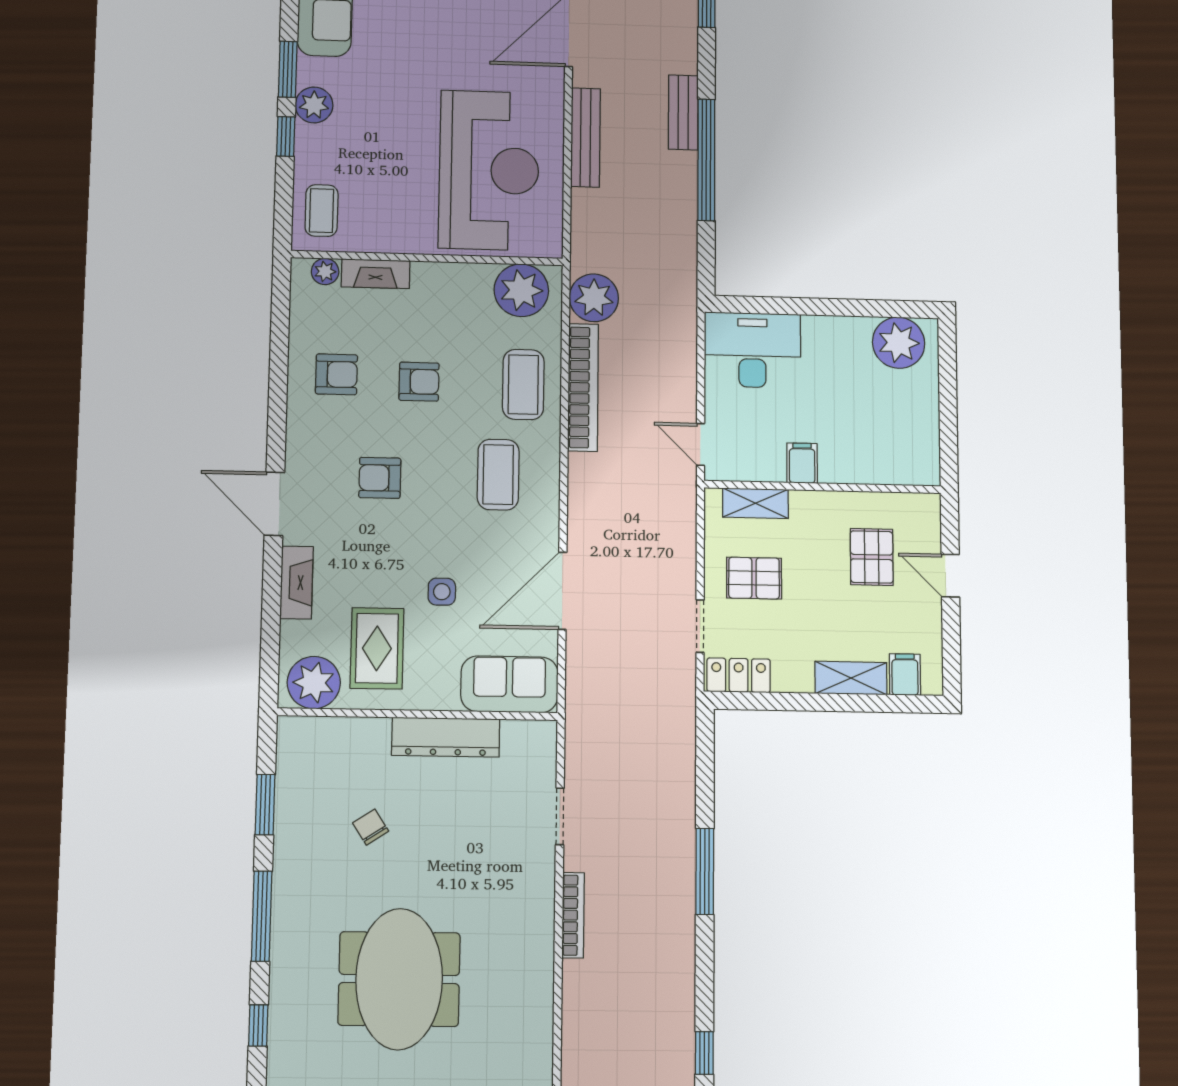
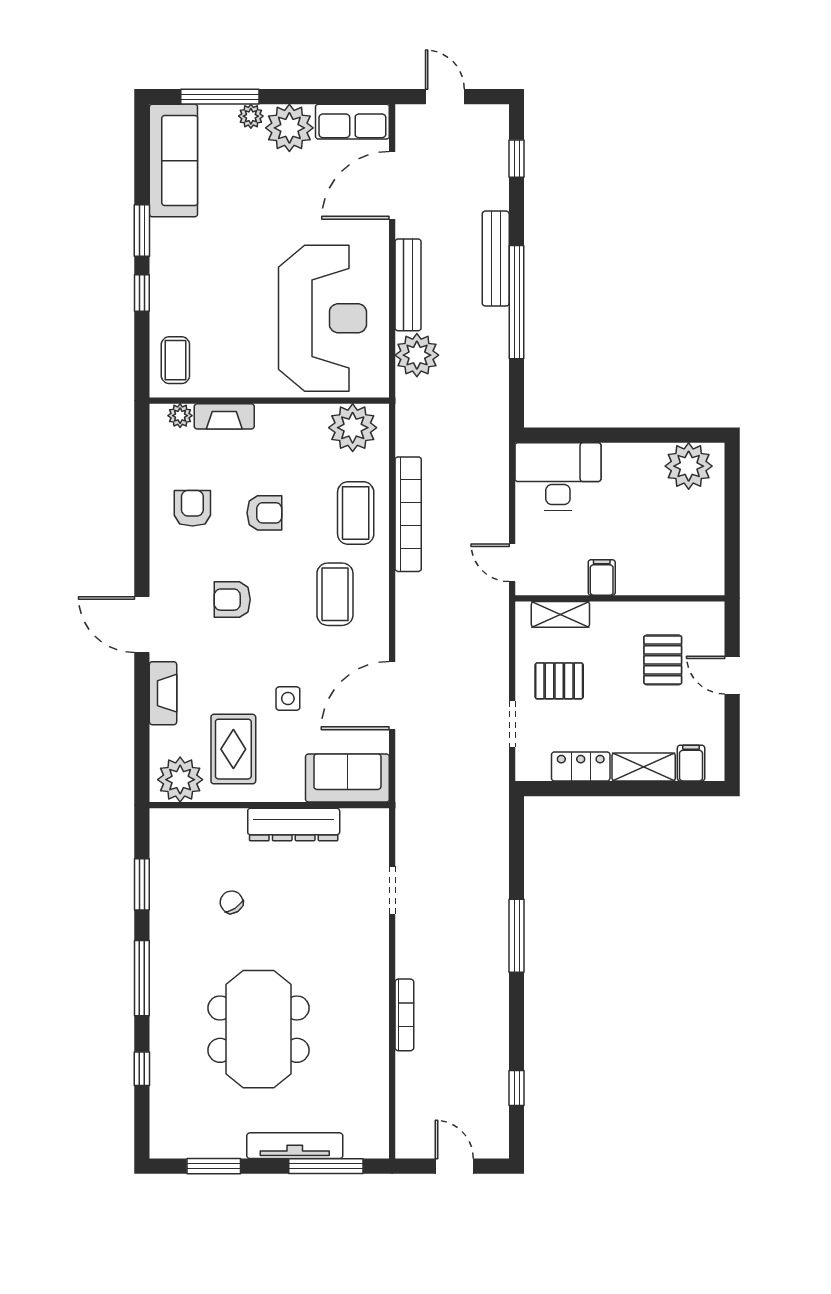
plant: (314, 105) -> (166, 263), removed
bench: (683, 112) -> (496, 259), width x1.36
plant: (594, 298) -> (417, 355), moved
armchair: (336, 374) -> (192, 508), turned -90
locker: (739, 675) -> (581, 766), moved
bookcase: (573, 915) -> (404, 1015), moved

